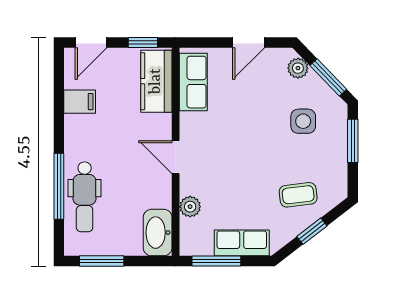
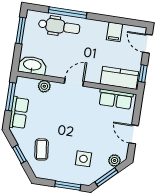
dental chair: (85, 197) -> (59, 26), turned 180

